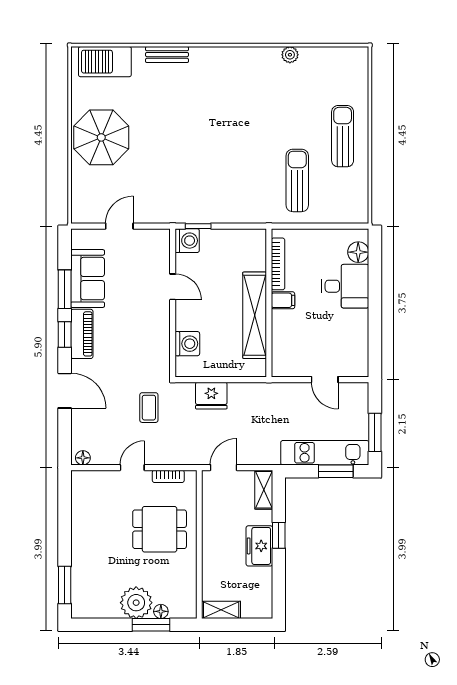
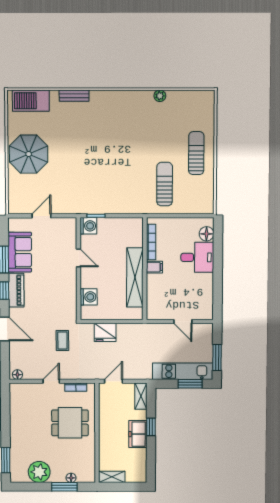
plant: (136, 603) -> (39, 472), moved

